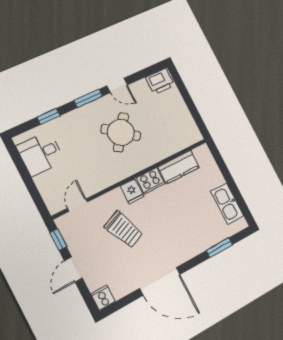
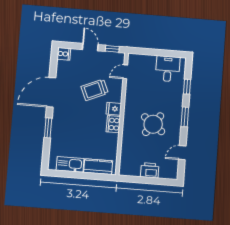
printer: (160, 81) -> (150, 170), moved, turned 90
door: (117, 85) -> (182, 153), moved
kitchen counter: (179, 167) -> (98, 167), moved, turned 90
door: (78, 205) -> (125, 72), swing flipped
window: (219, 248) -> (48, 128), moved

